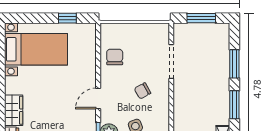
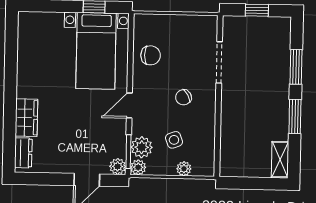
window: (201, 18) -> (257, 10), width x0.67
bed with nightstands: (36, 49) -> (96, 51), moved, turned 90
chair: (115, 57) -> (151, 55), turned 90

